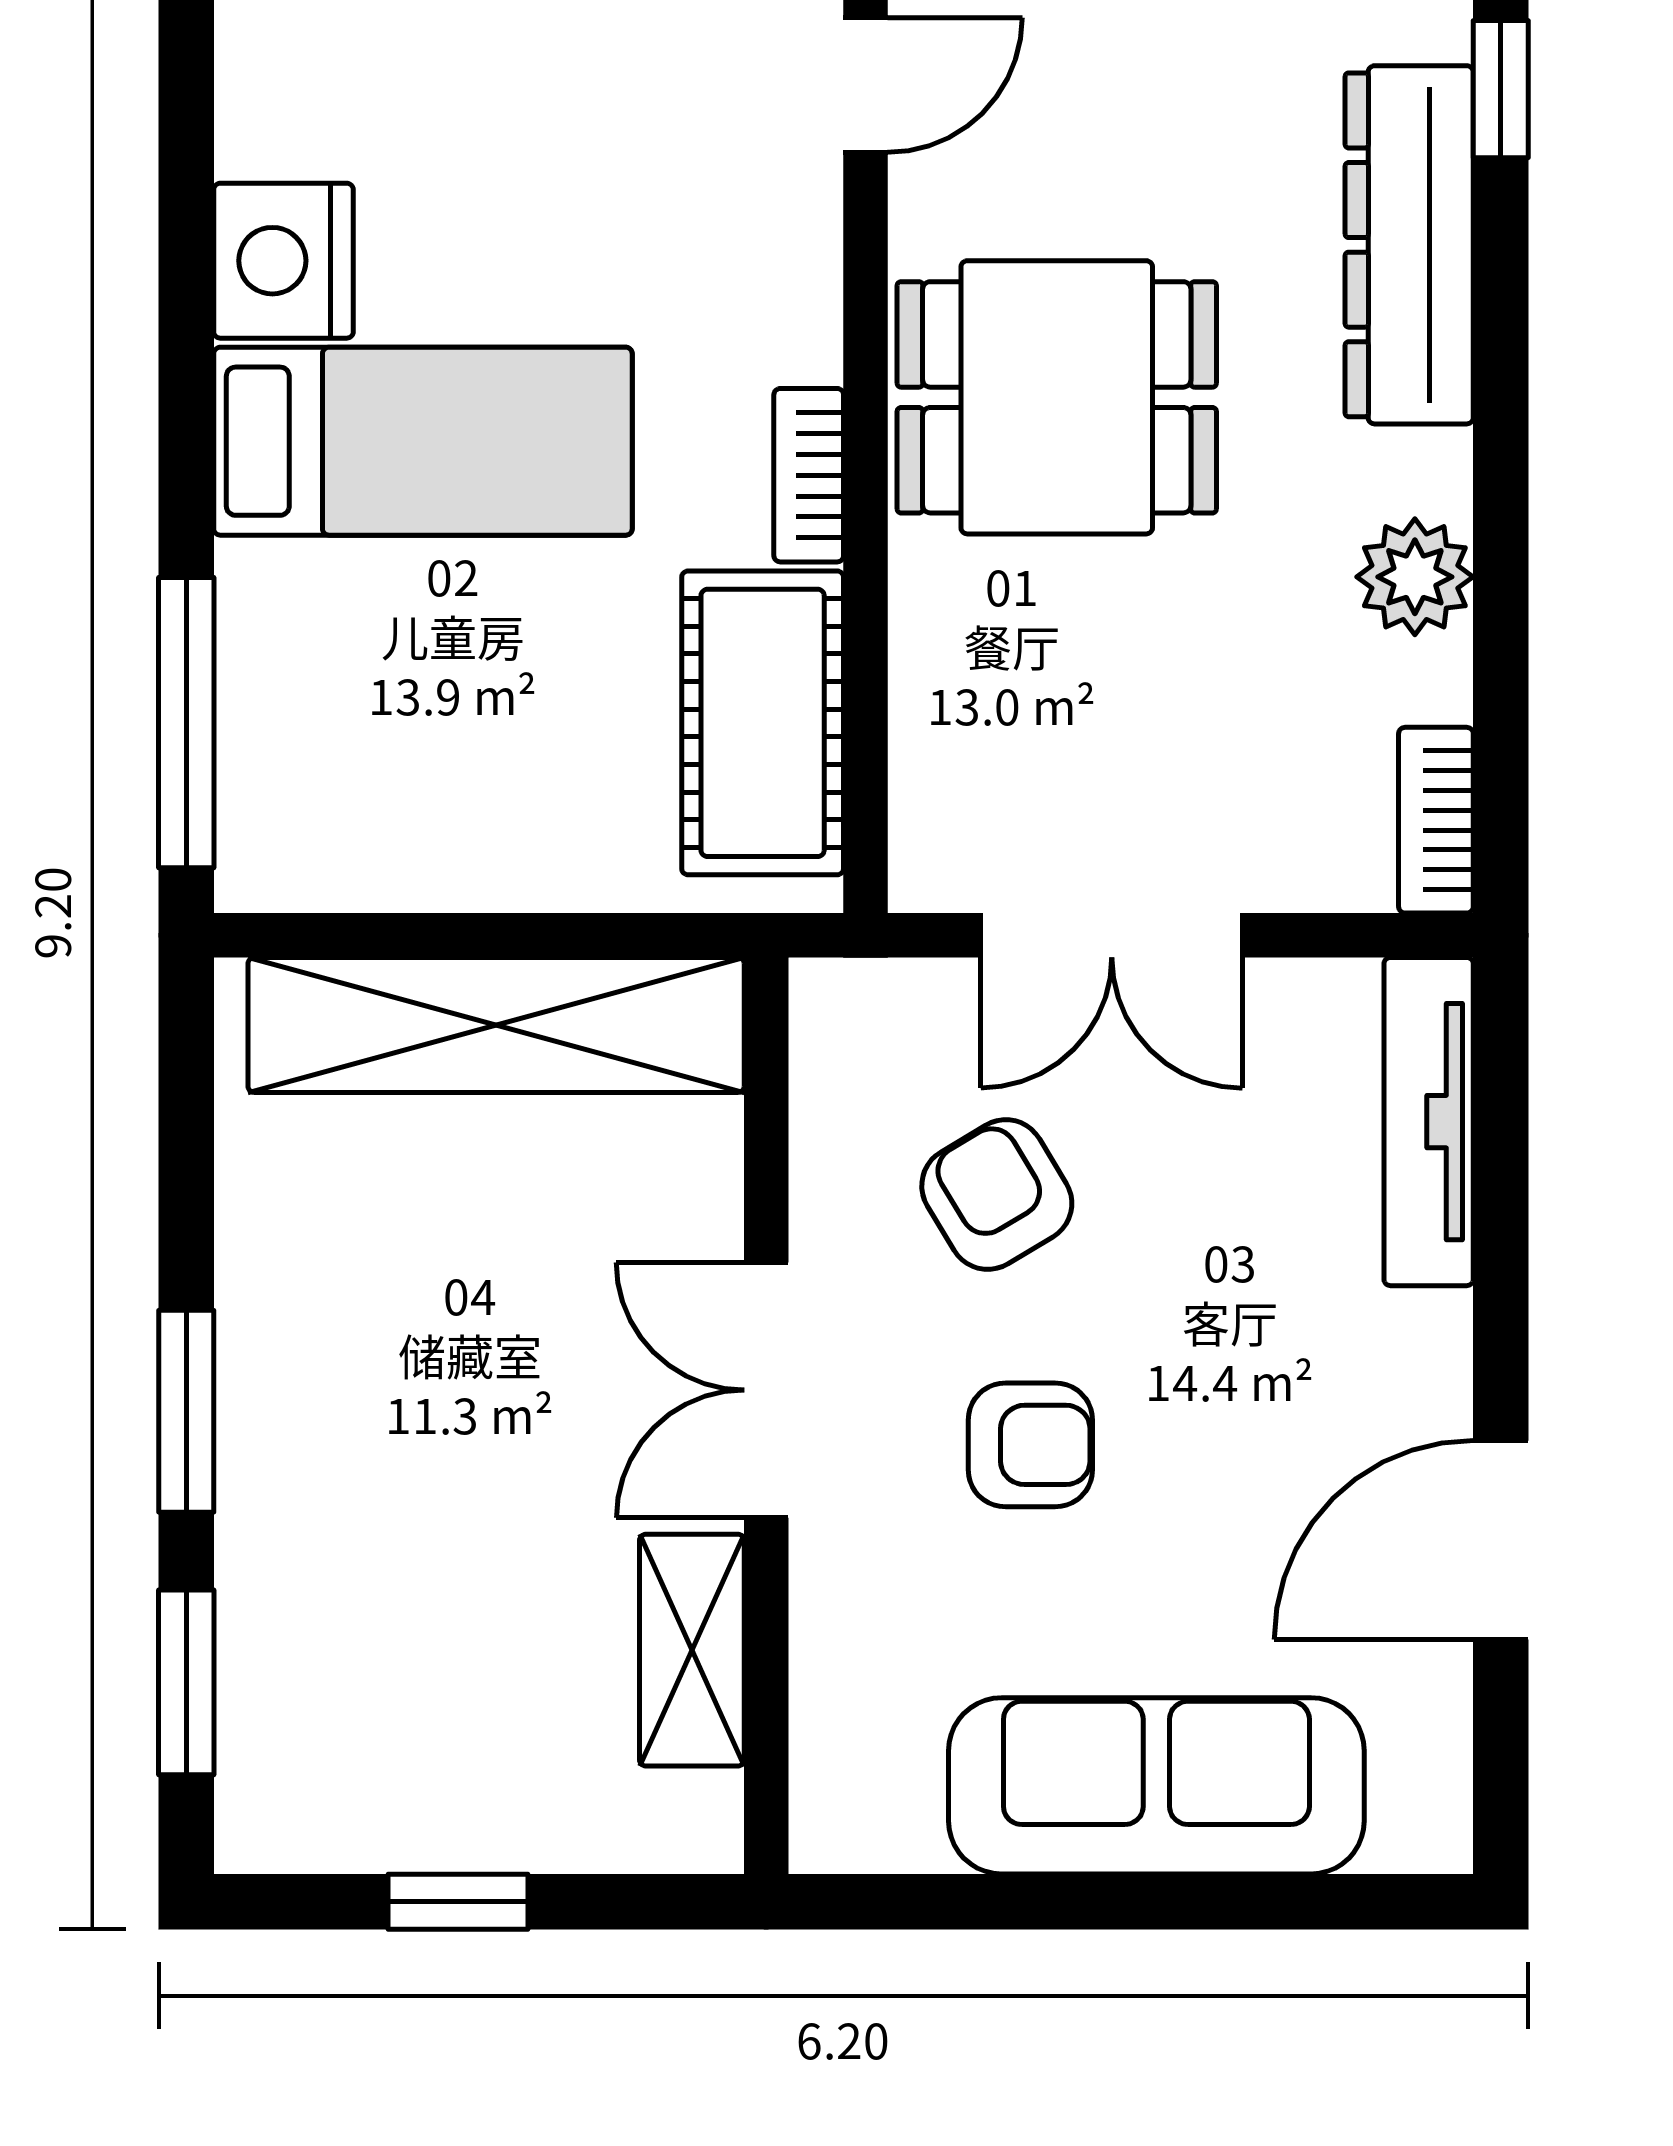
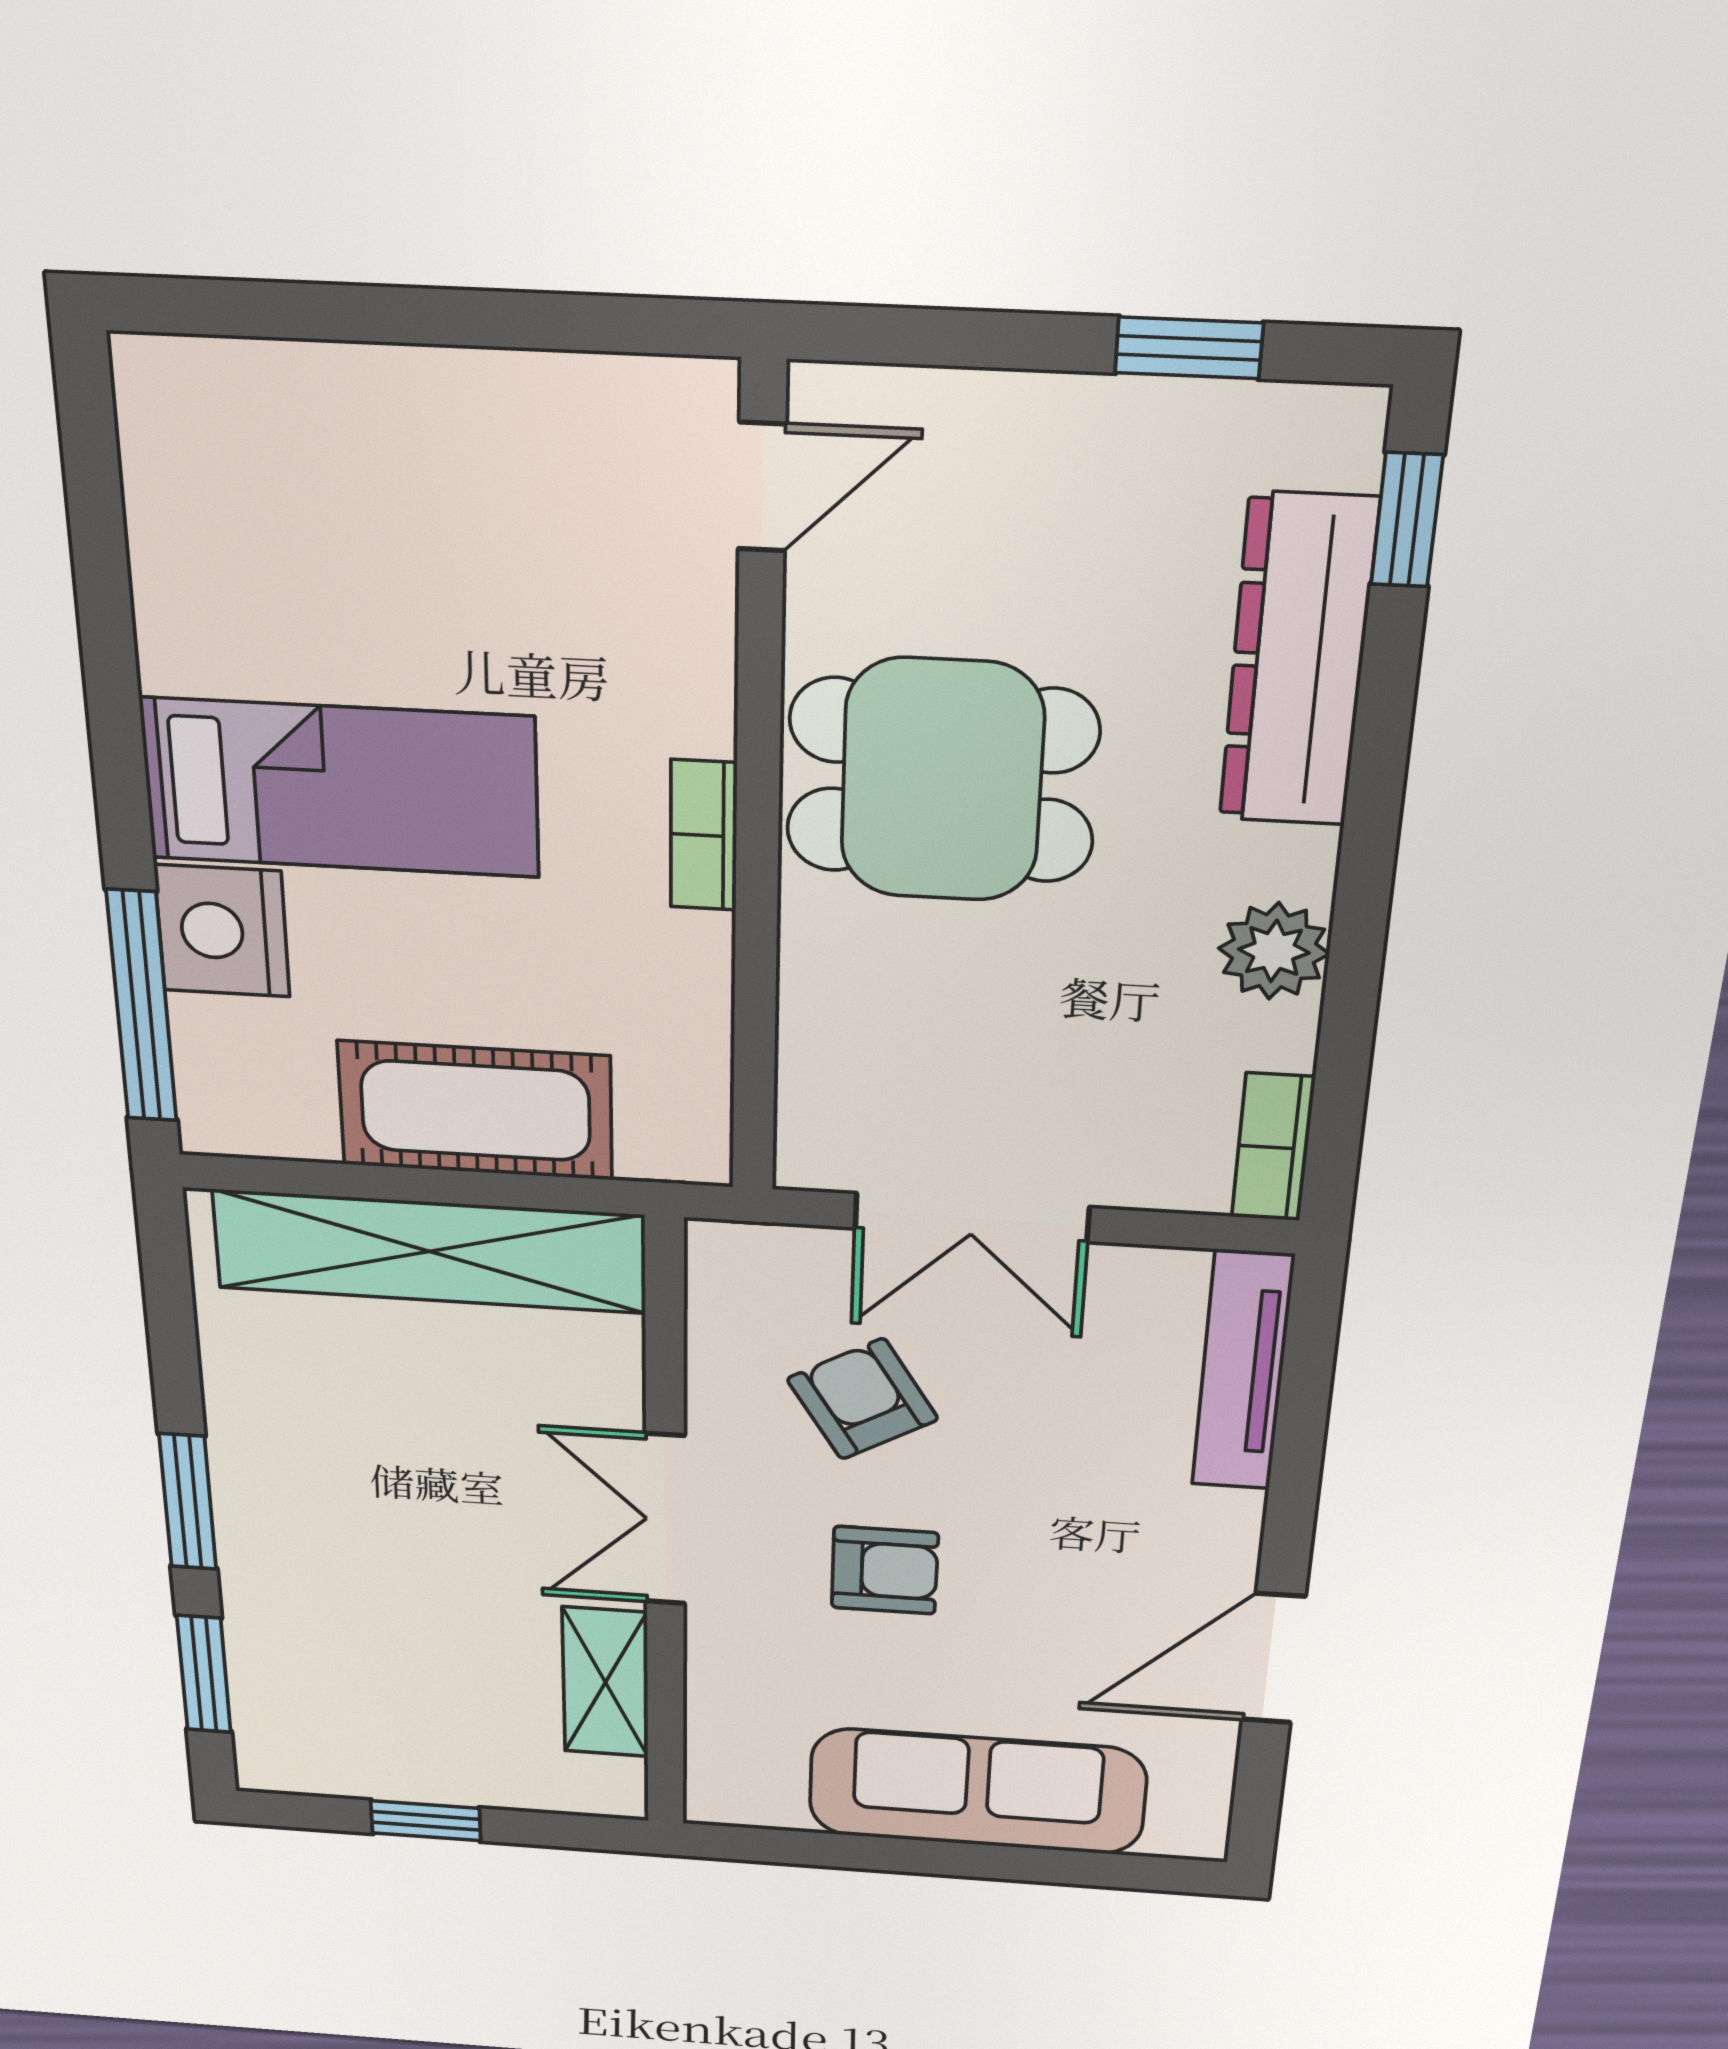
nightstand: (283, 261) -> (222, 931), moved
cot: (763, 723) -> (476, 1111), moved, turned 90

